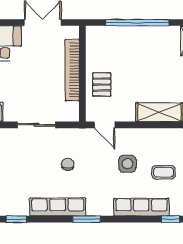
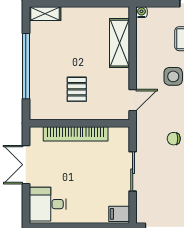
pallet: (102, 85) -> (77, 89), moved, turned 90

